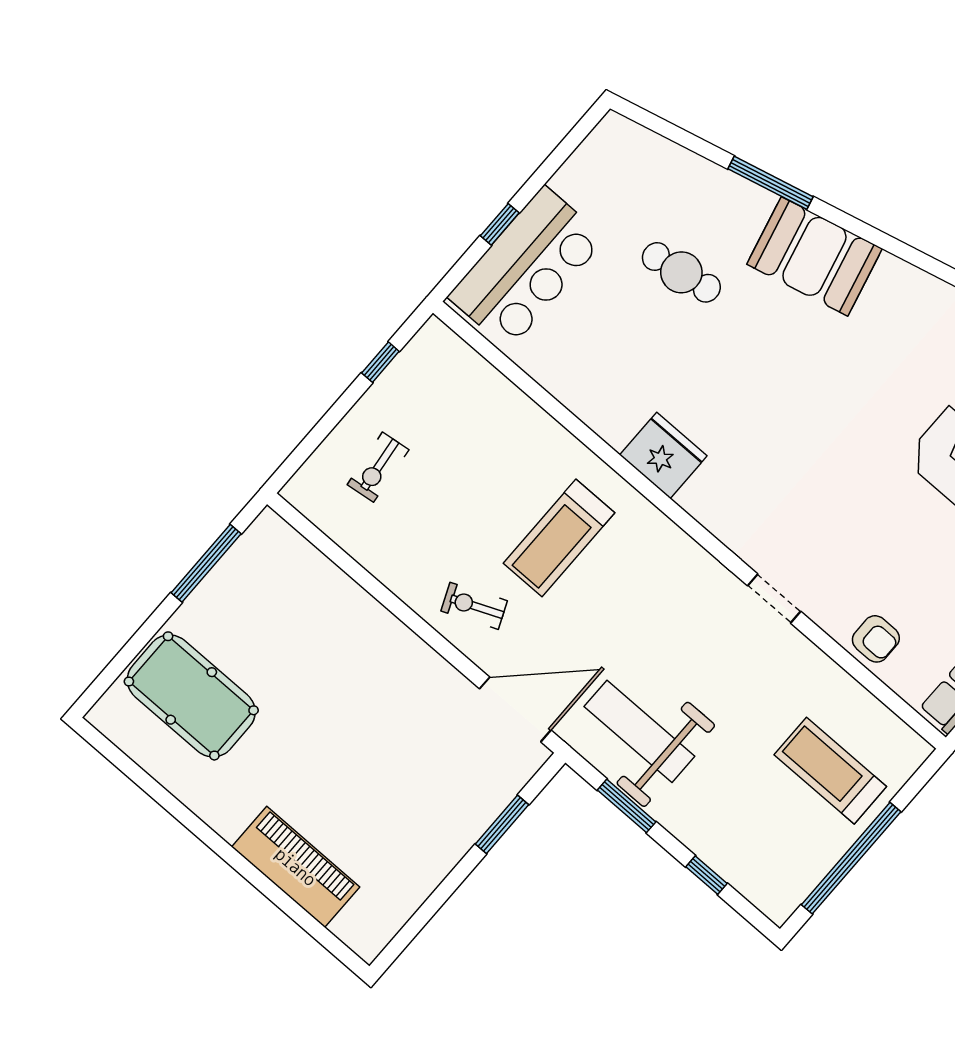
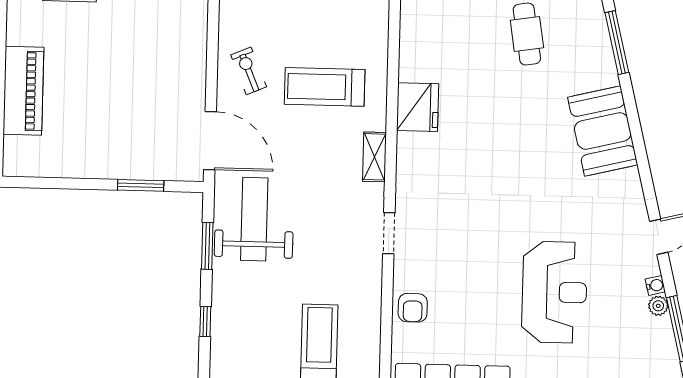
booth: (814, 256) -> (603, 131), moved
shelving: (679, 546) -> (374, 157), added

